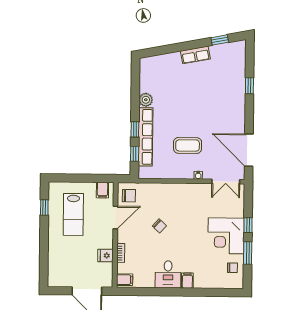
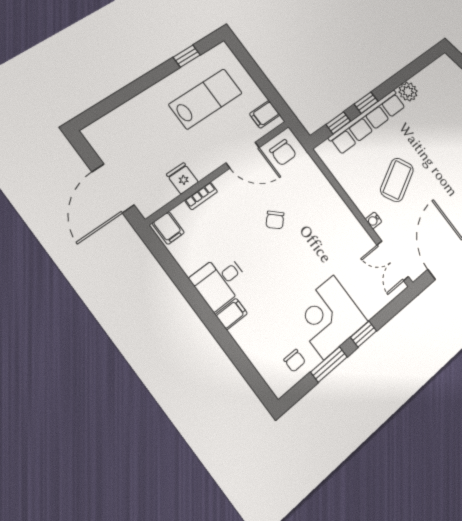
coffee table: (188, 145) -> (397, 180), turned 62
lab bench: (73, 214) -> (206, 99), turned 180

